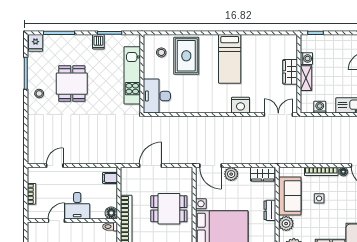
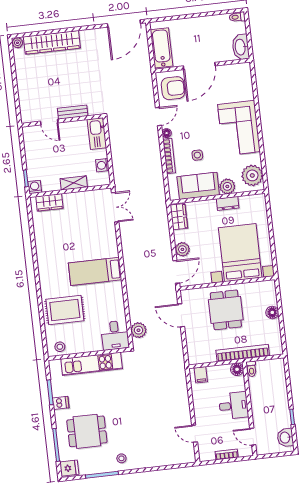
stool: (161, 52) -> (60, 347), moved
bed: (230, 59) -> (95, 271), moved, turned 180
washing machine: (306, 59) -> (35, 187), moved
wardrobe: (290, 72) -> (49, 202), moved
dining table: (72, 84) -> (87, 431), moved
desk: (157, 96) -> (115, 335), width x0.73
nightstand: (241, 105) -> (110, 248), removed
double door: (278, 115) -> (115, 207), swing flipped
plant: (159, 124) -> (139, 330), added
door: (150, 166) -> (181, 315), moved
dresser: (270, 210) -> (228, 203), moved
door: (56, 221) -> (253, 437), moved

